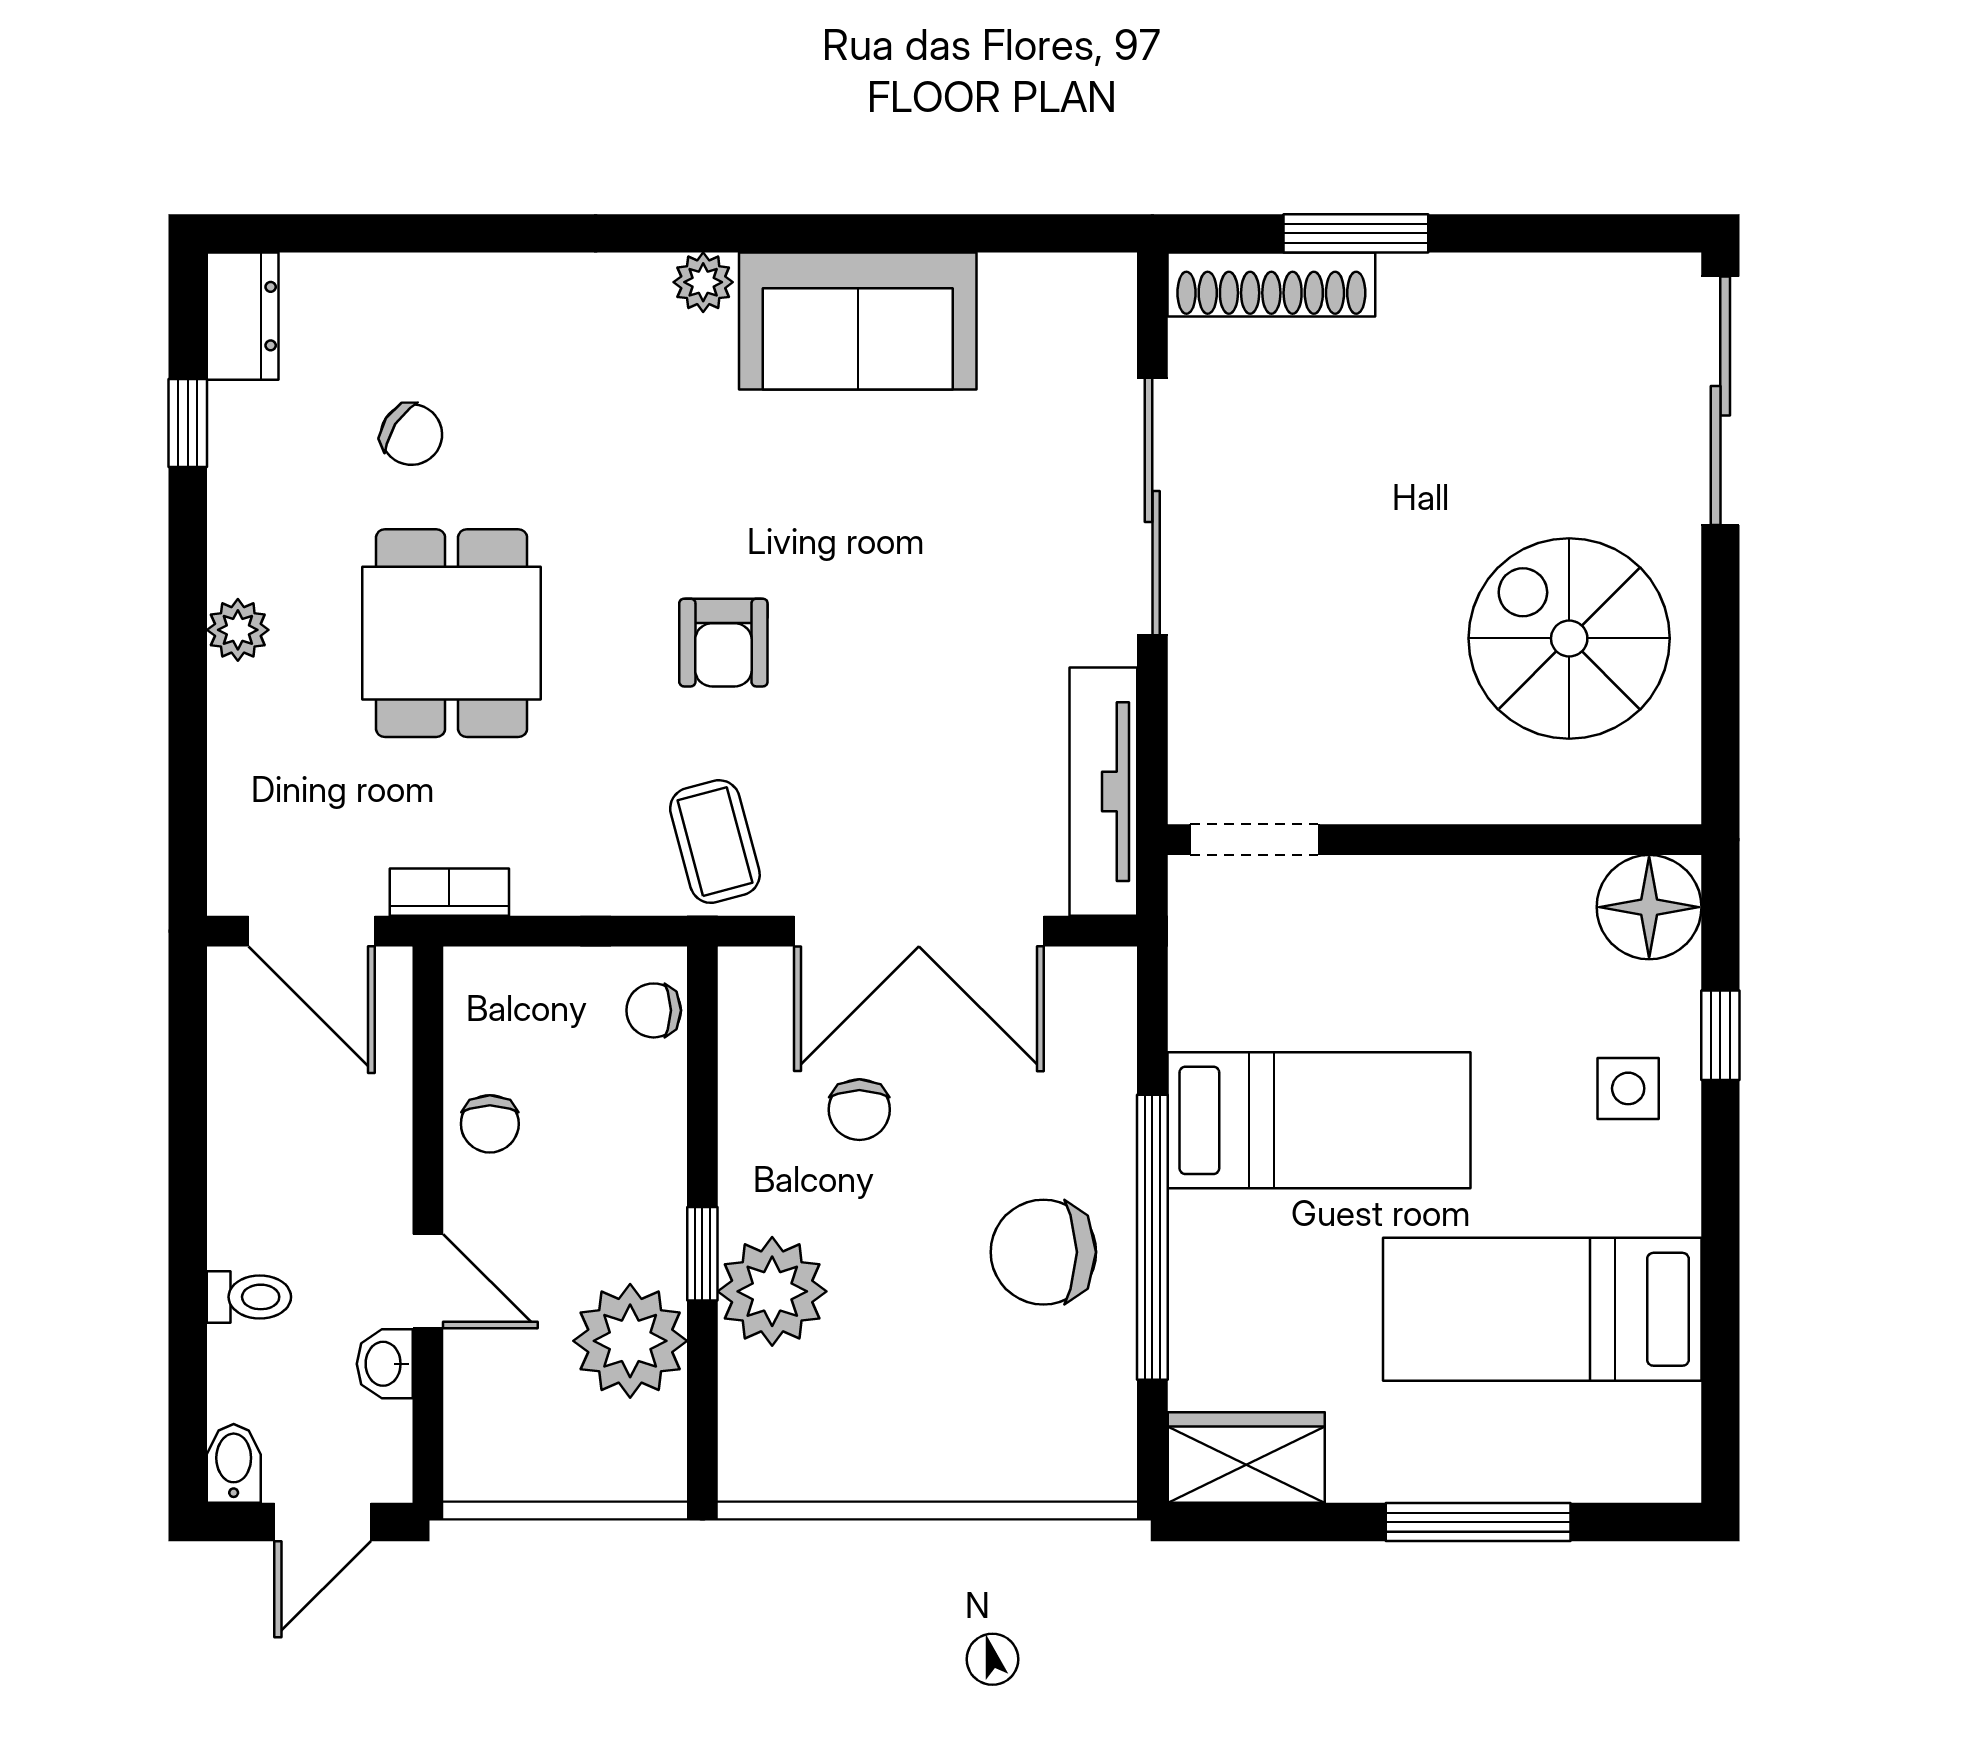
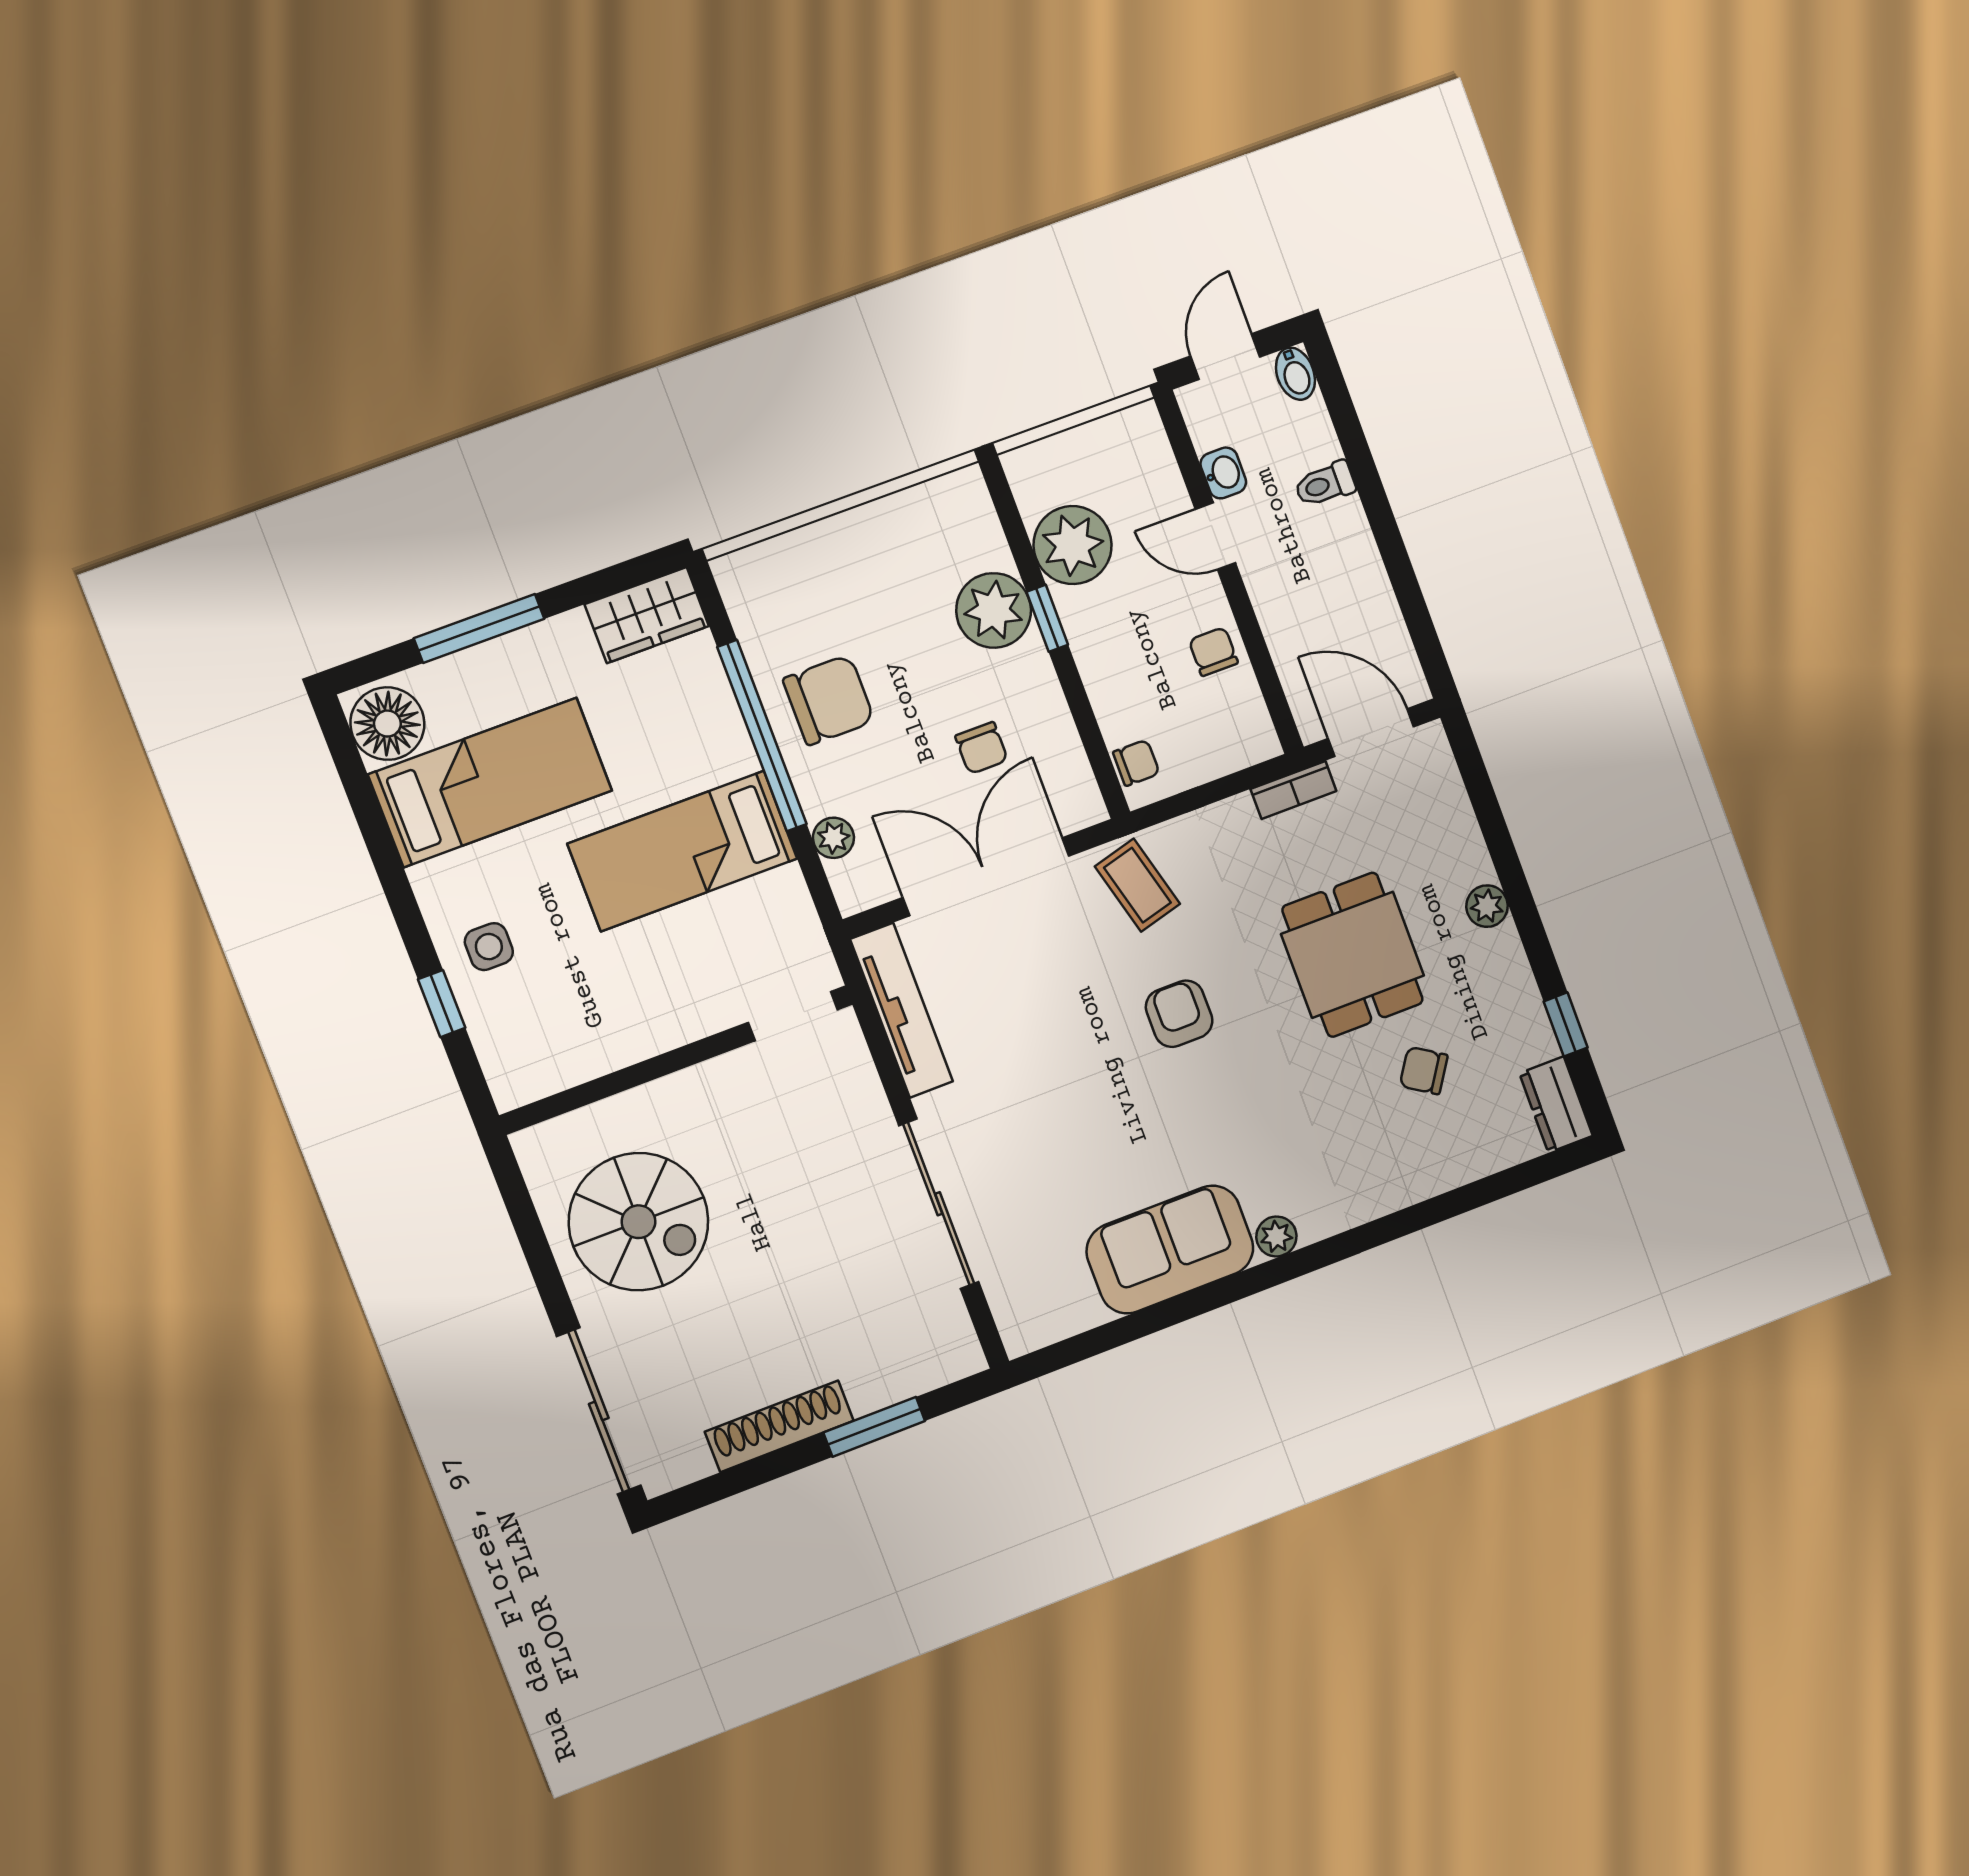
shoe rack: (1271, 285) -> (779, 1426), moved
floor lamp: (1649, 907) -> (387, 724), moved
plant: (1108, 1062) -> (833, 838), added
chair: (859, 1110) -> (981, 748), turned 180

